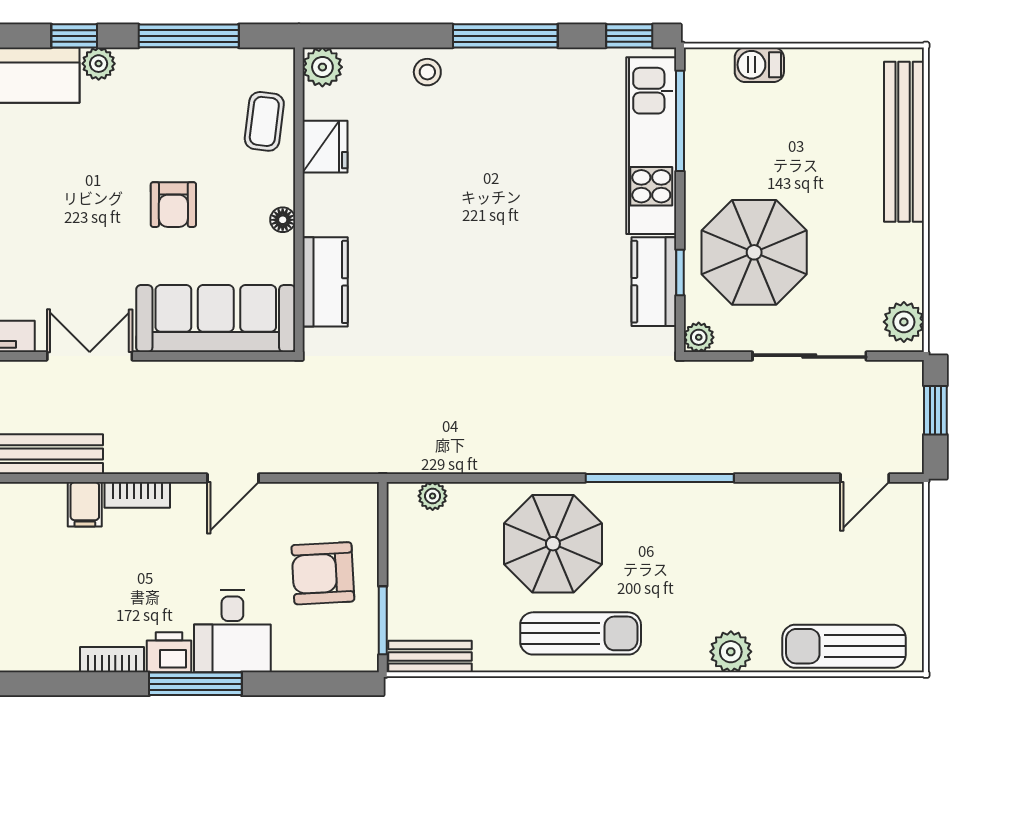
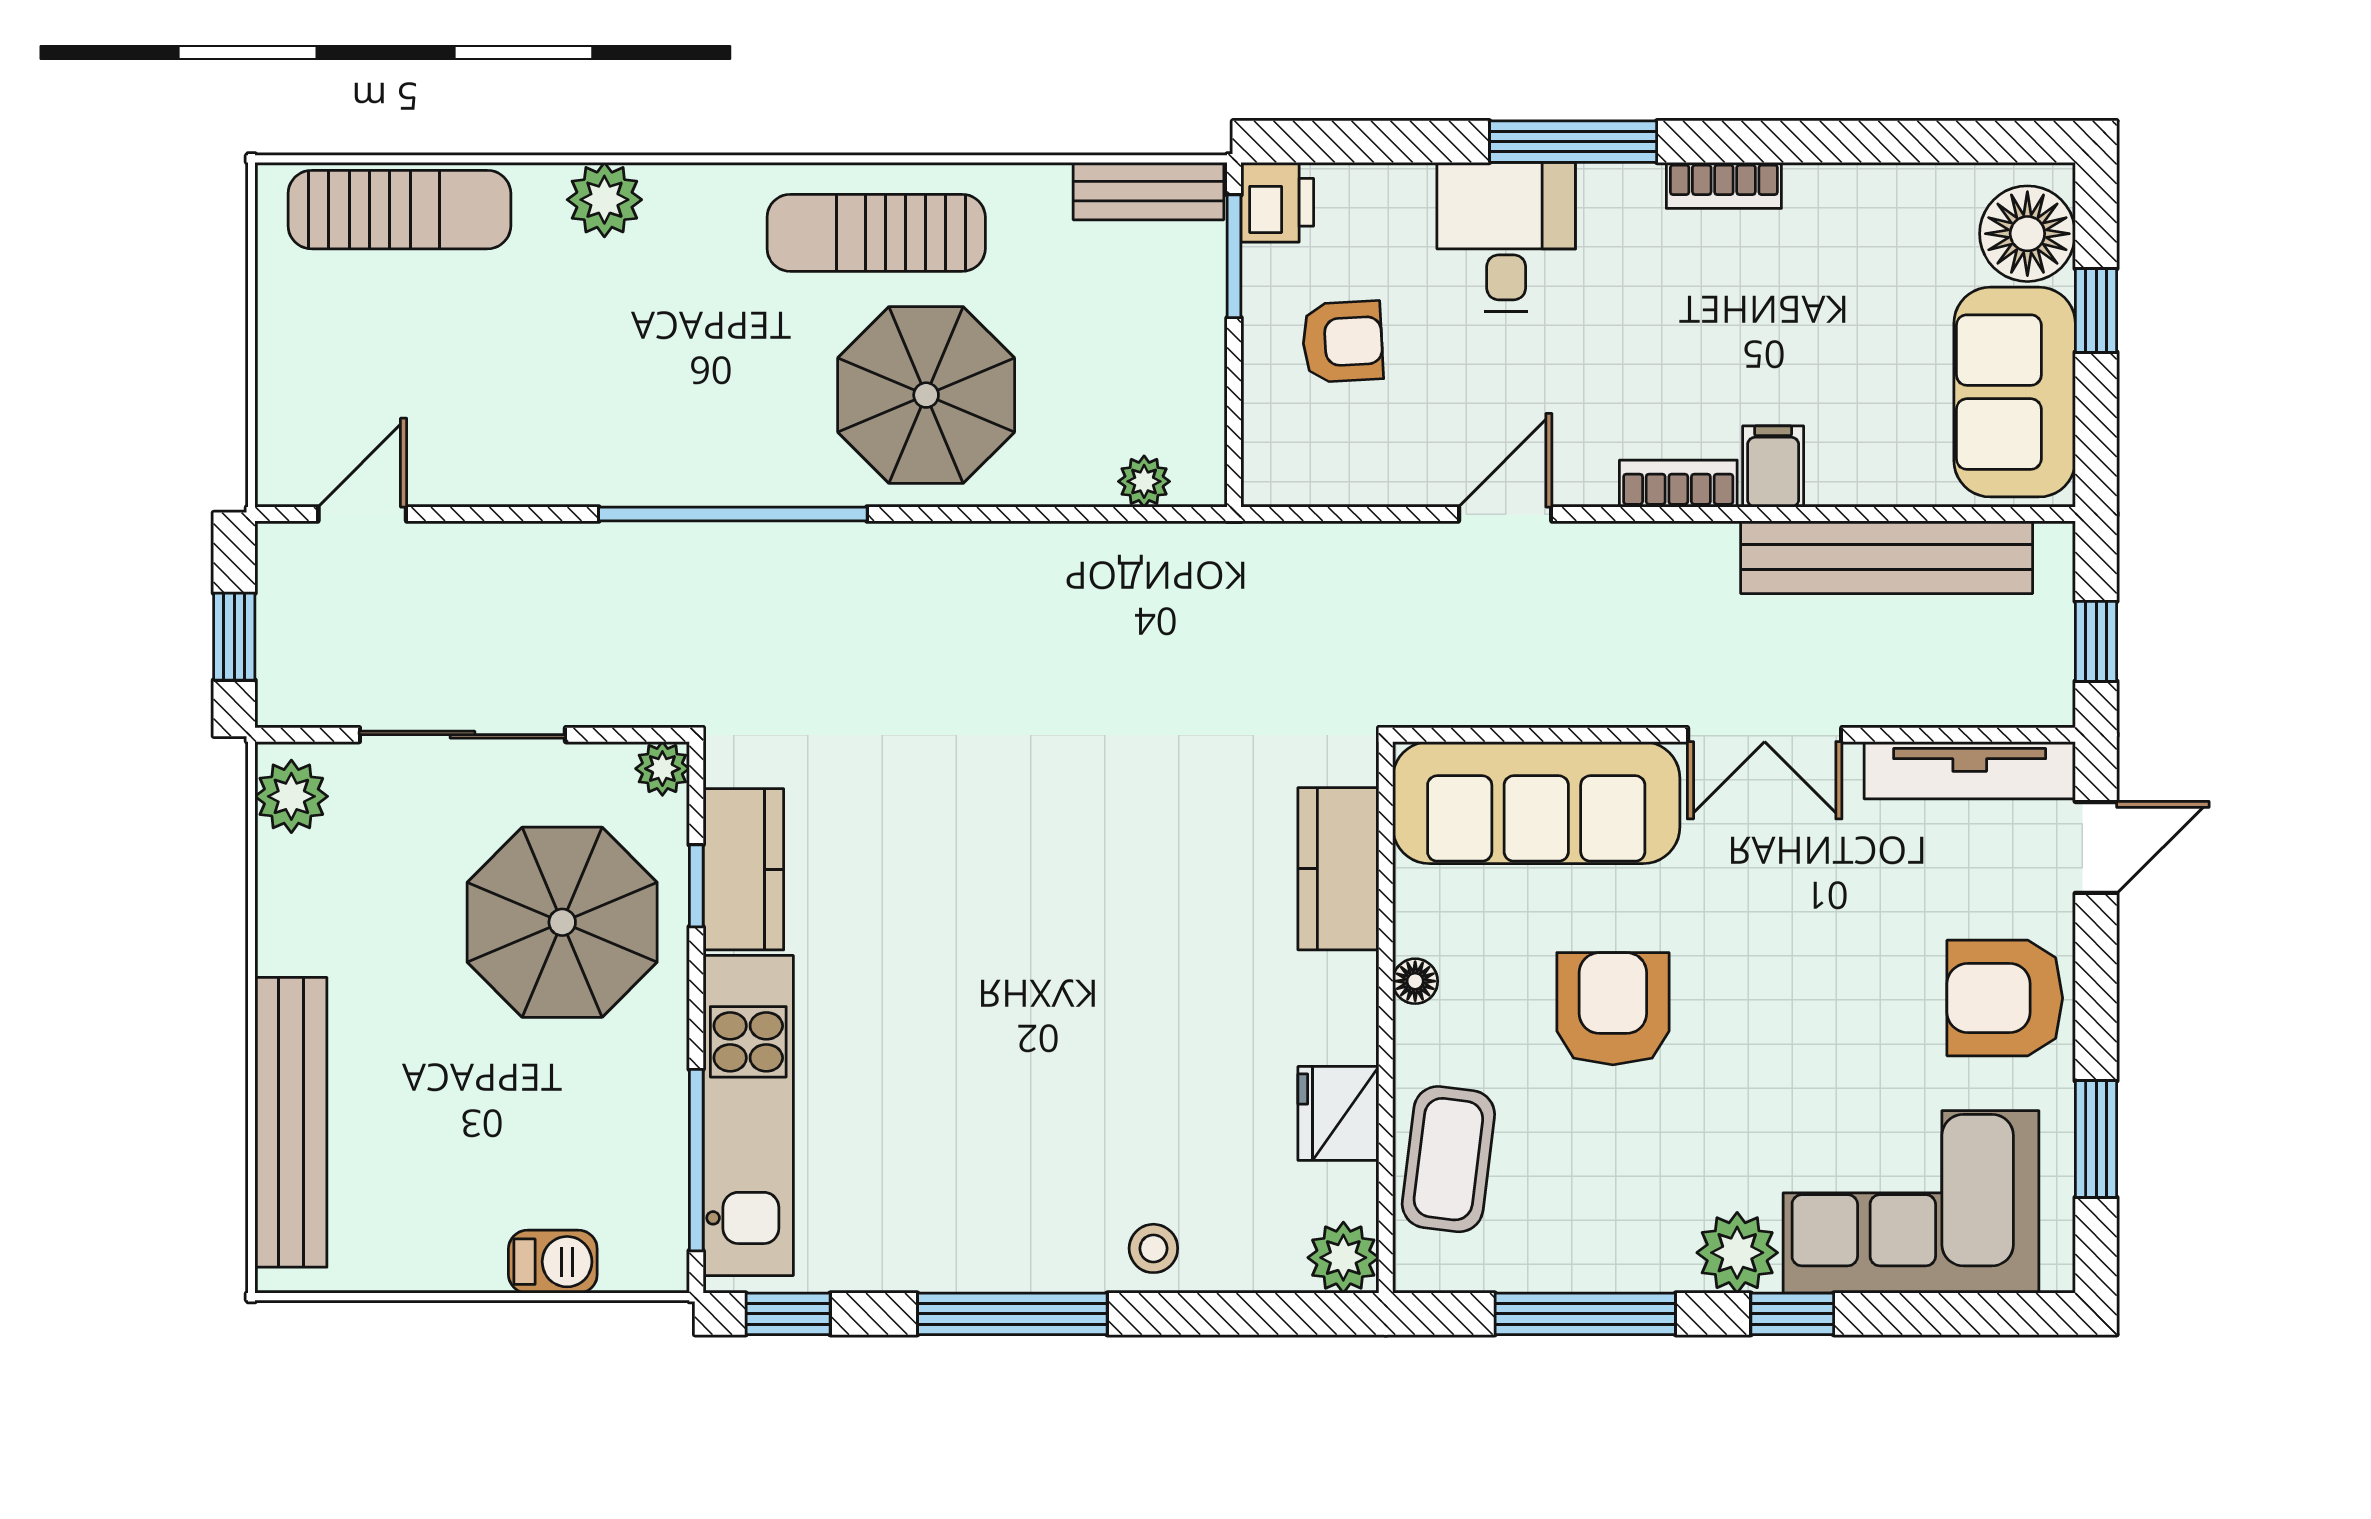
plant: (99, 64) -> (1737, 1253), width x1.38, depth x1.38
coffee table: (264, 121) -> (1448, 1159), width x1.36, depth x1.30
armchair: (173, 205) -> (1613, 1009), width x1.38, depth x1.38
armchair: (323, 573) -> (1342, 342), width x0.72, depth x0.72
printer: (169, 652) -> (1277, 202), moved, turned -90

